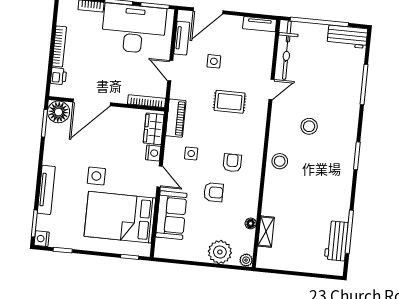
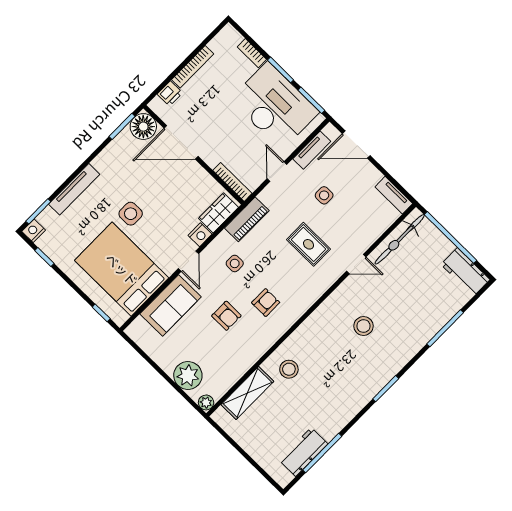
stool: (280, 161) -> (289, 369), moved
floor lamp: (251, 223) -> (237, 372), removed
shelving: (266, 232) -> (247, 393), width x1.50, depth x1.33

